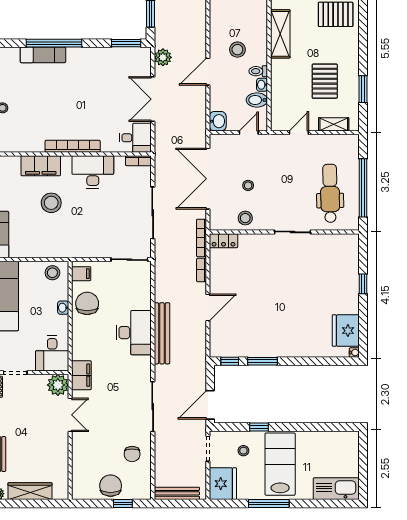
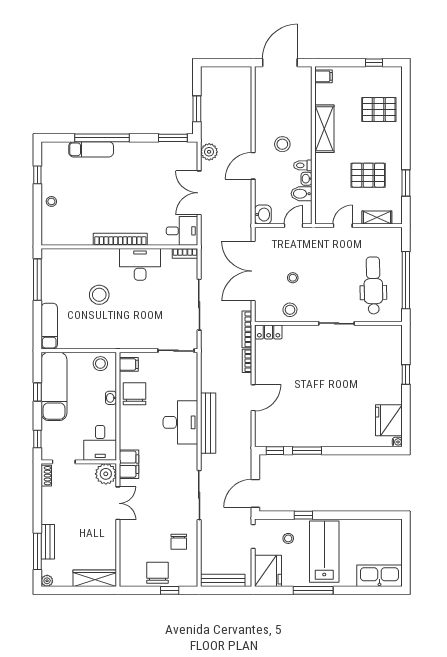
pallet: (325, 81) -> (368, 175), turned 90
filing cabinet: (41, 166) -> (89, 258), removed
wardrobe: (30, 491) -> (95, 578), moved

